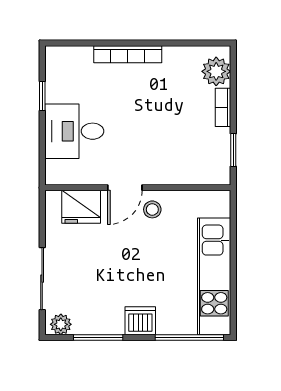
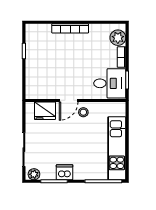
desk: (74, 131) -> (110, 83), moved, turned 180
dishwasher: (140, 321) -> (65, 172), moved

